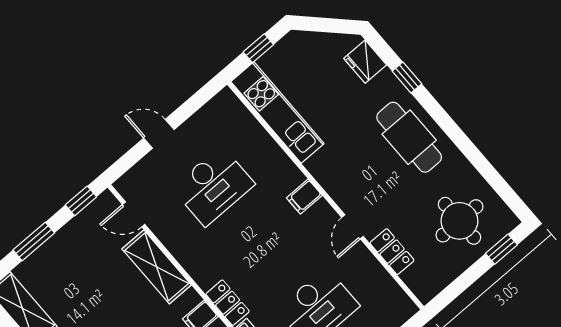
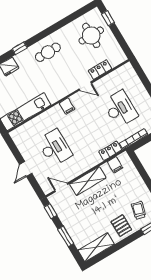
cafe table: (409, 137) -> (48, 52), width x0.73, depth x0.74
door: (134, 214) -> (61, 187), swing flipped

